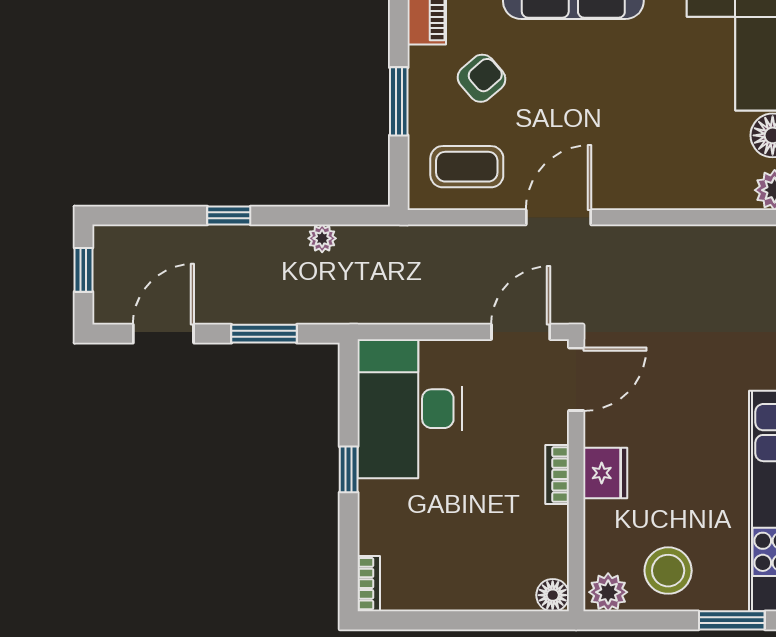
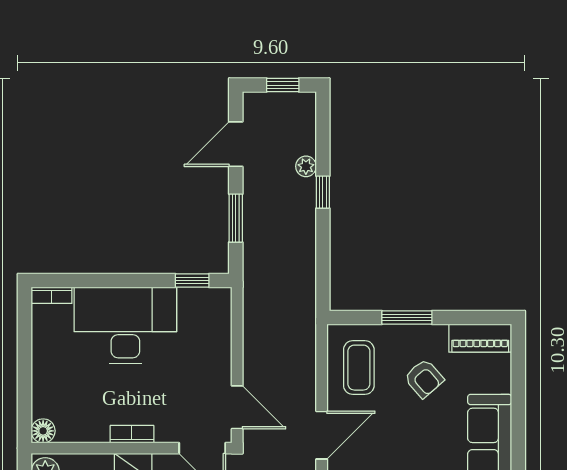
door: (558, 217) -> (322, 435), hinge flipped
plant: (322, 238) -> (306, 166), moved
door: (163, 334) -> (236, 144), swing flipped
desk: (410, 409) -> (125, 325), moved
window: (349, 469) -> (192, 280), moved

